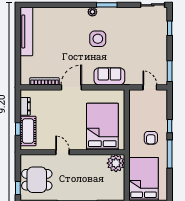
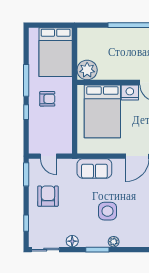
floor lamp: (129, 12) -> (72, 241), added
armchair: (150, 52) -> (48, 196), added
armchair: (151, 138) -> (47, 99), turned 90
nightstand: (78, 143) -> (130, 93), added

